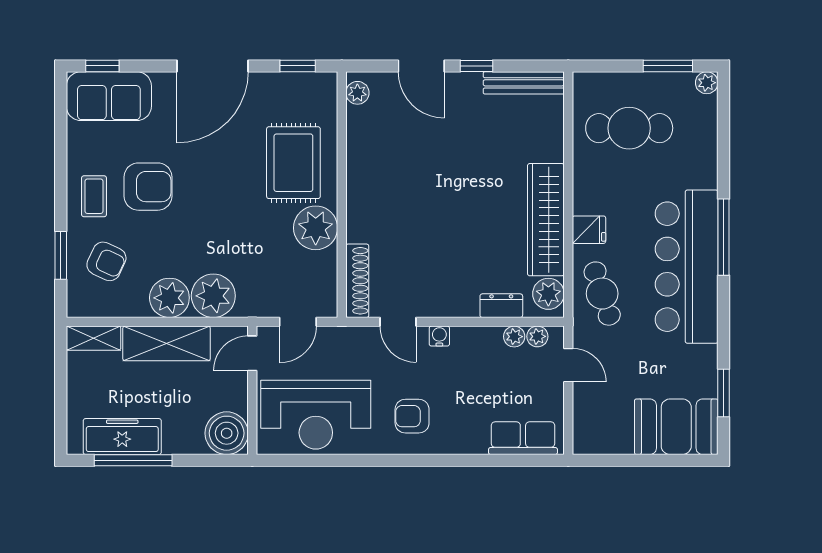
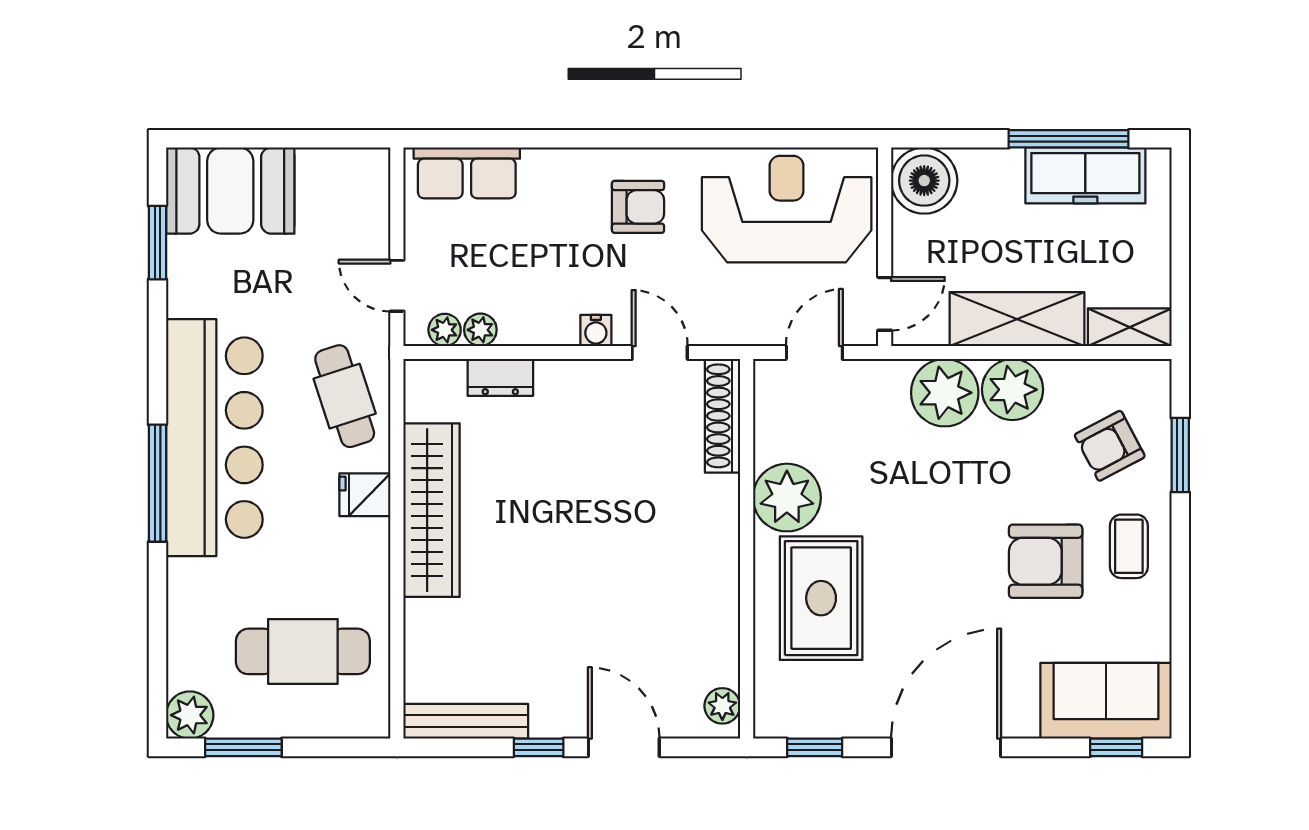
plant: (707, 83) -> (190, 715), width x1.38, depth x1.38
armchair: (106, 261) -> (1110, 446), turned -53
plant: (548, 294) -> (428, 396), removed

